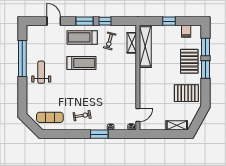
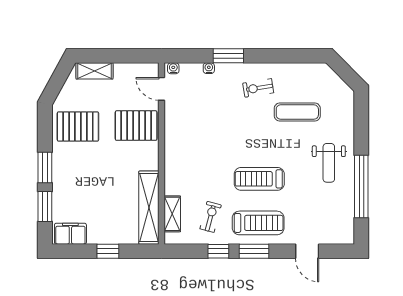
filing cabinet: (186, 31) -> (70, 234), width x2.00
pallet: (189, 61) -> (136, 126), moved, turned 90
door: (138, 115) -> (162, 89), hinge flipped
exercise mat: (50, 117) -> (297, 112), moved

